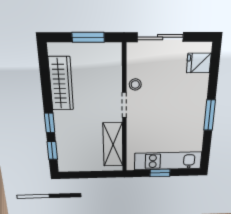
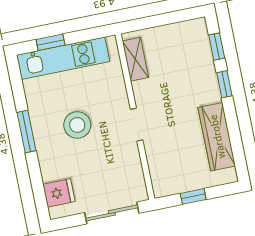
window: (88, 37) -> (193, 196), width x0.67
stool: (135, 84) -> (77, 125), moved, width x1.89, depth x1.89
shelving: (113, 145) -> (135, 59), width x0.67, depth x0.75
window: (160, 173) -> (51, 42), moved

